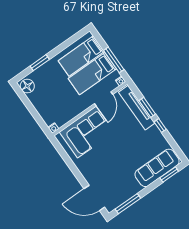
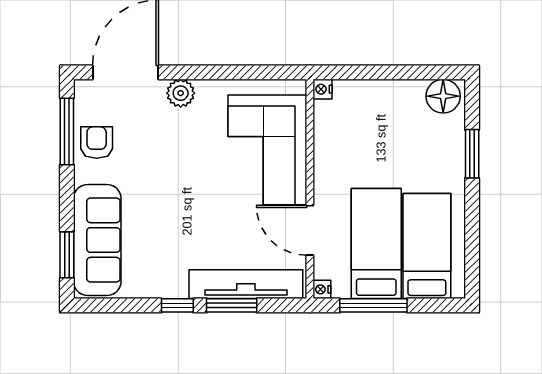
plant: (88, 175) -> (181, 93), added
armchair: (125, 191) -> (97, 142), added

